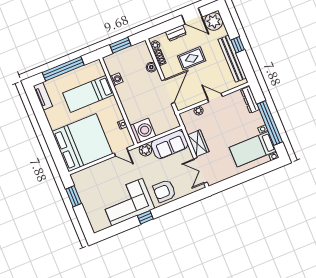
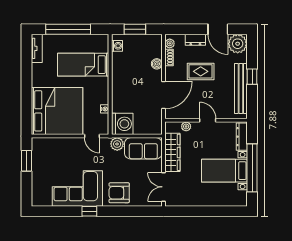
washing machine: (116, 79) -> (117, 46), moved
wardrobe: (198, 143) -> (172, 152), width x1.50
bed with nightstands: (253, 149) -> (224, 171), moved

